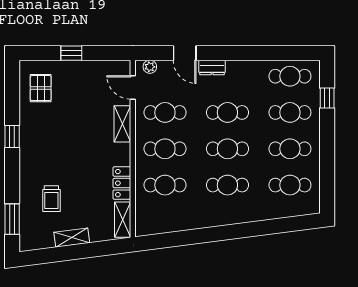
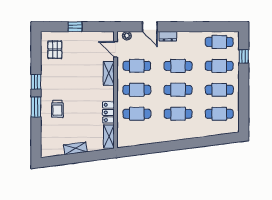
trolley: (51, 199) -> (57, 109), moved
window: (12, 219) -> (36, 107), moved

